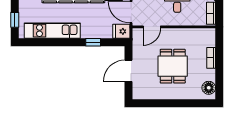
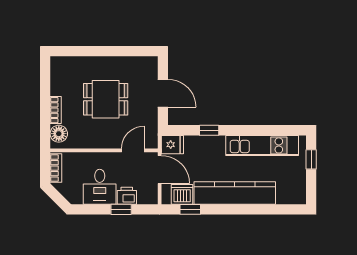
dining table: (173, 66) -> (106, 99), turned 90
door: (129, 71) -> (163, 93), hinge flipped
floor lamp: (209, 88) -> (59, 134), moved

